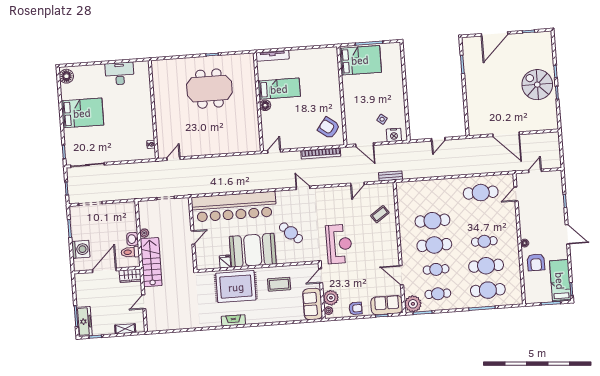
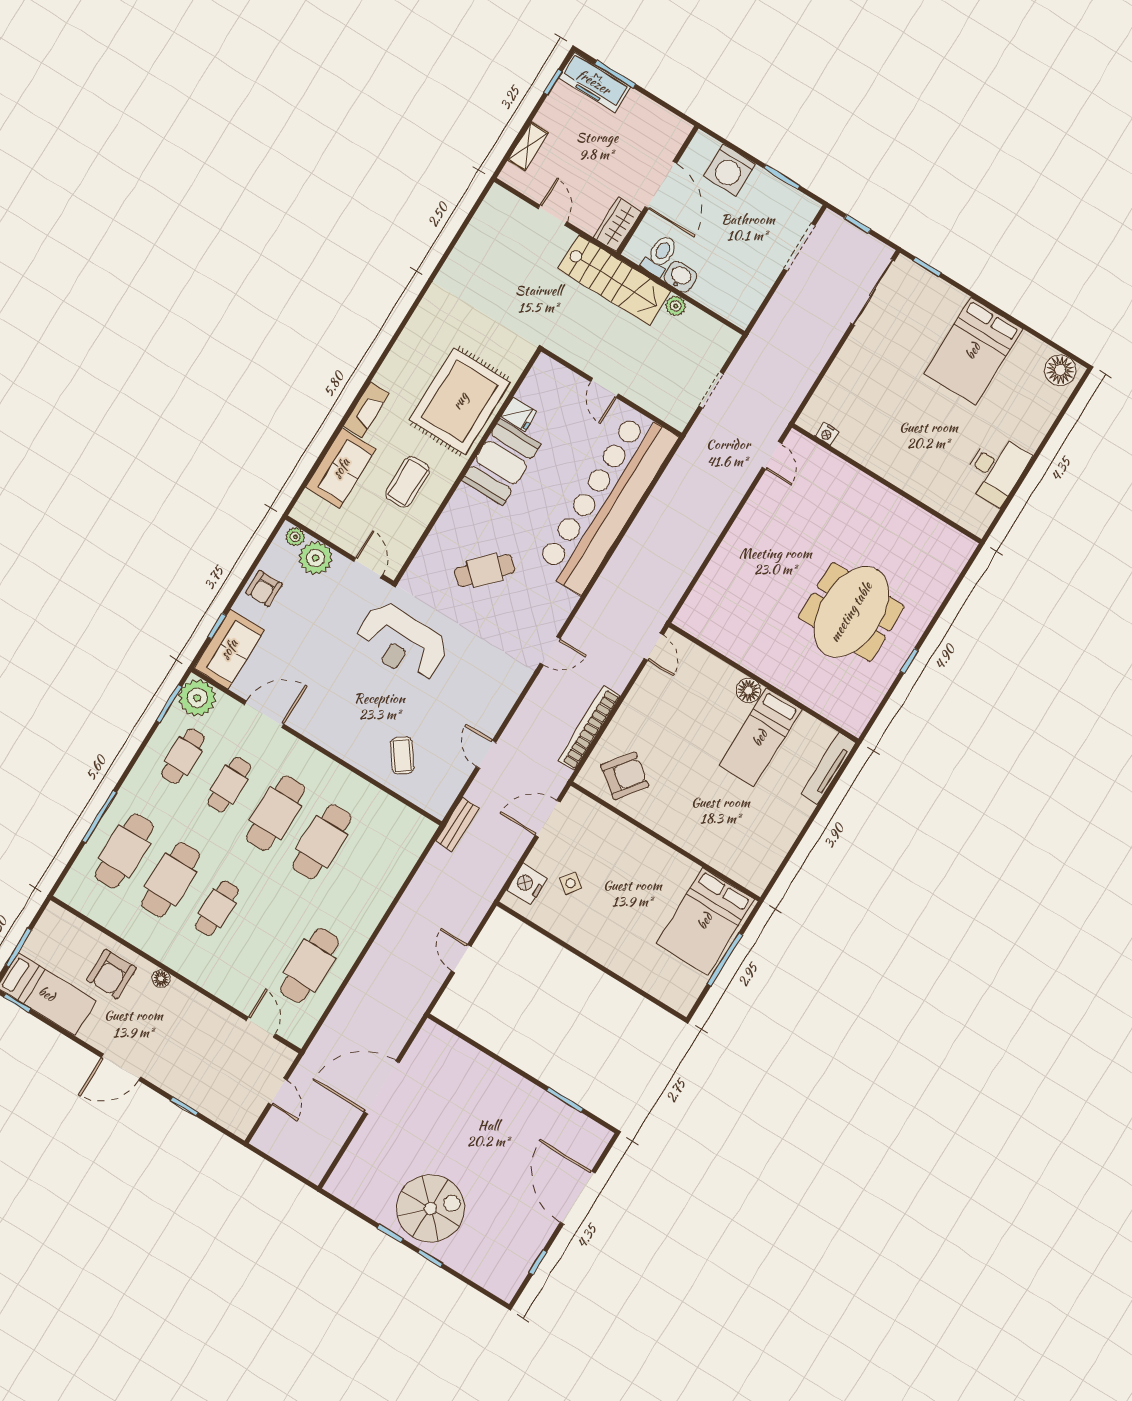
booth: (253, 250) -> (501, 462), width x0.73, depth x0.70
armchair: (536, 262) -> (112, 974), turned -90
sofa: (313, 304) -> (341, 468), moved, turned 90
fireplace: (233, 320) -> (366, 410), moved

